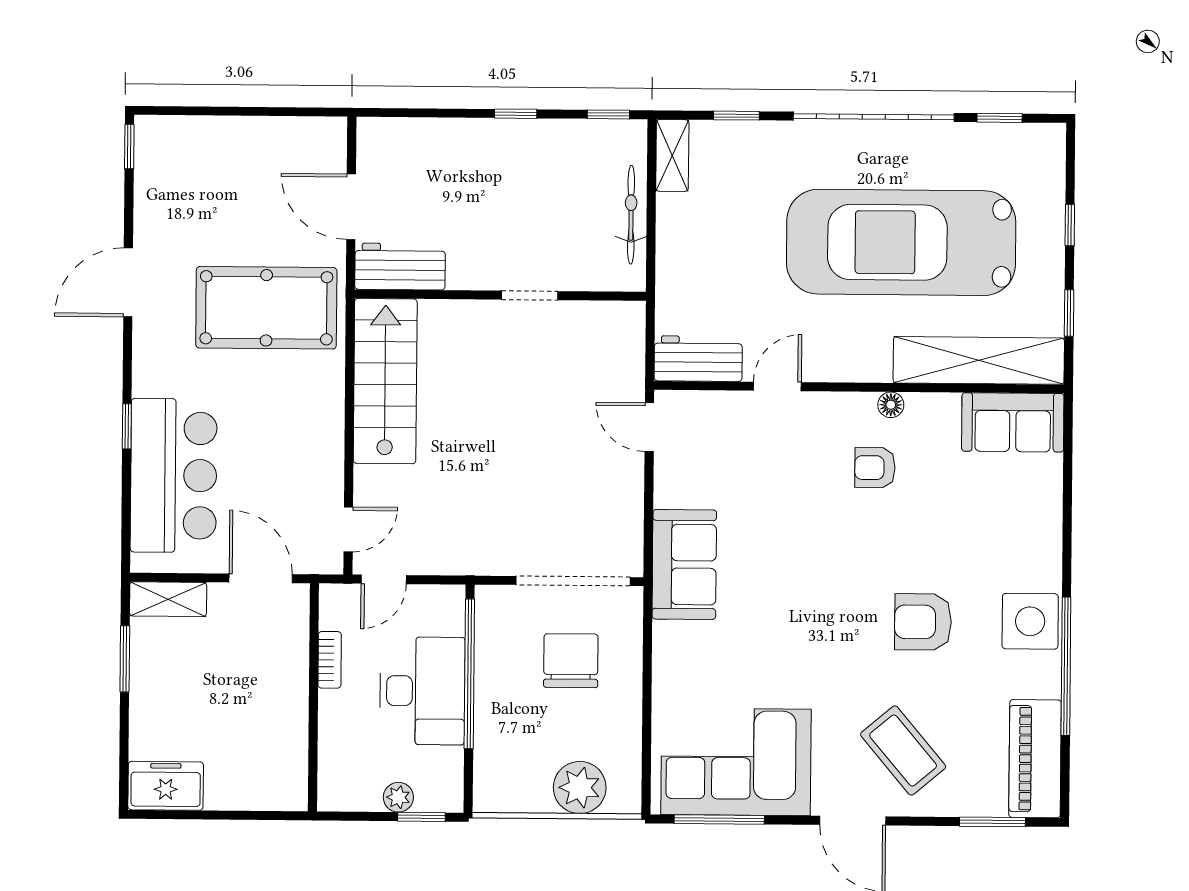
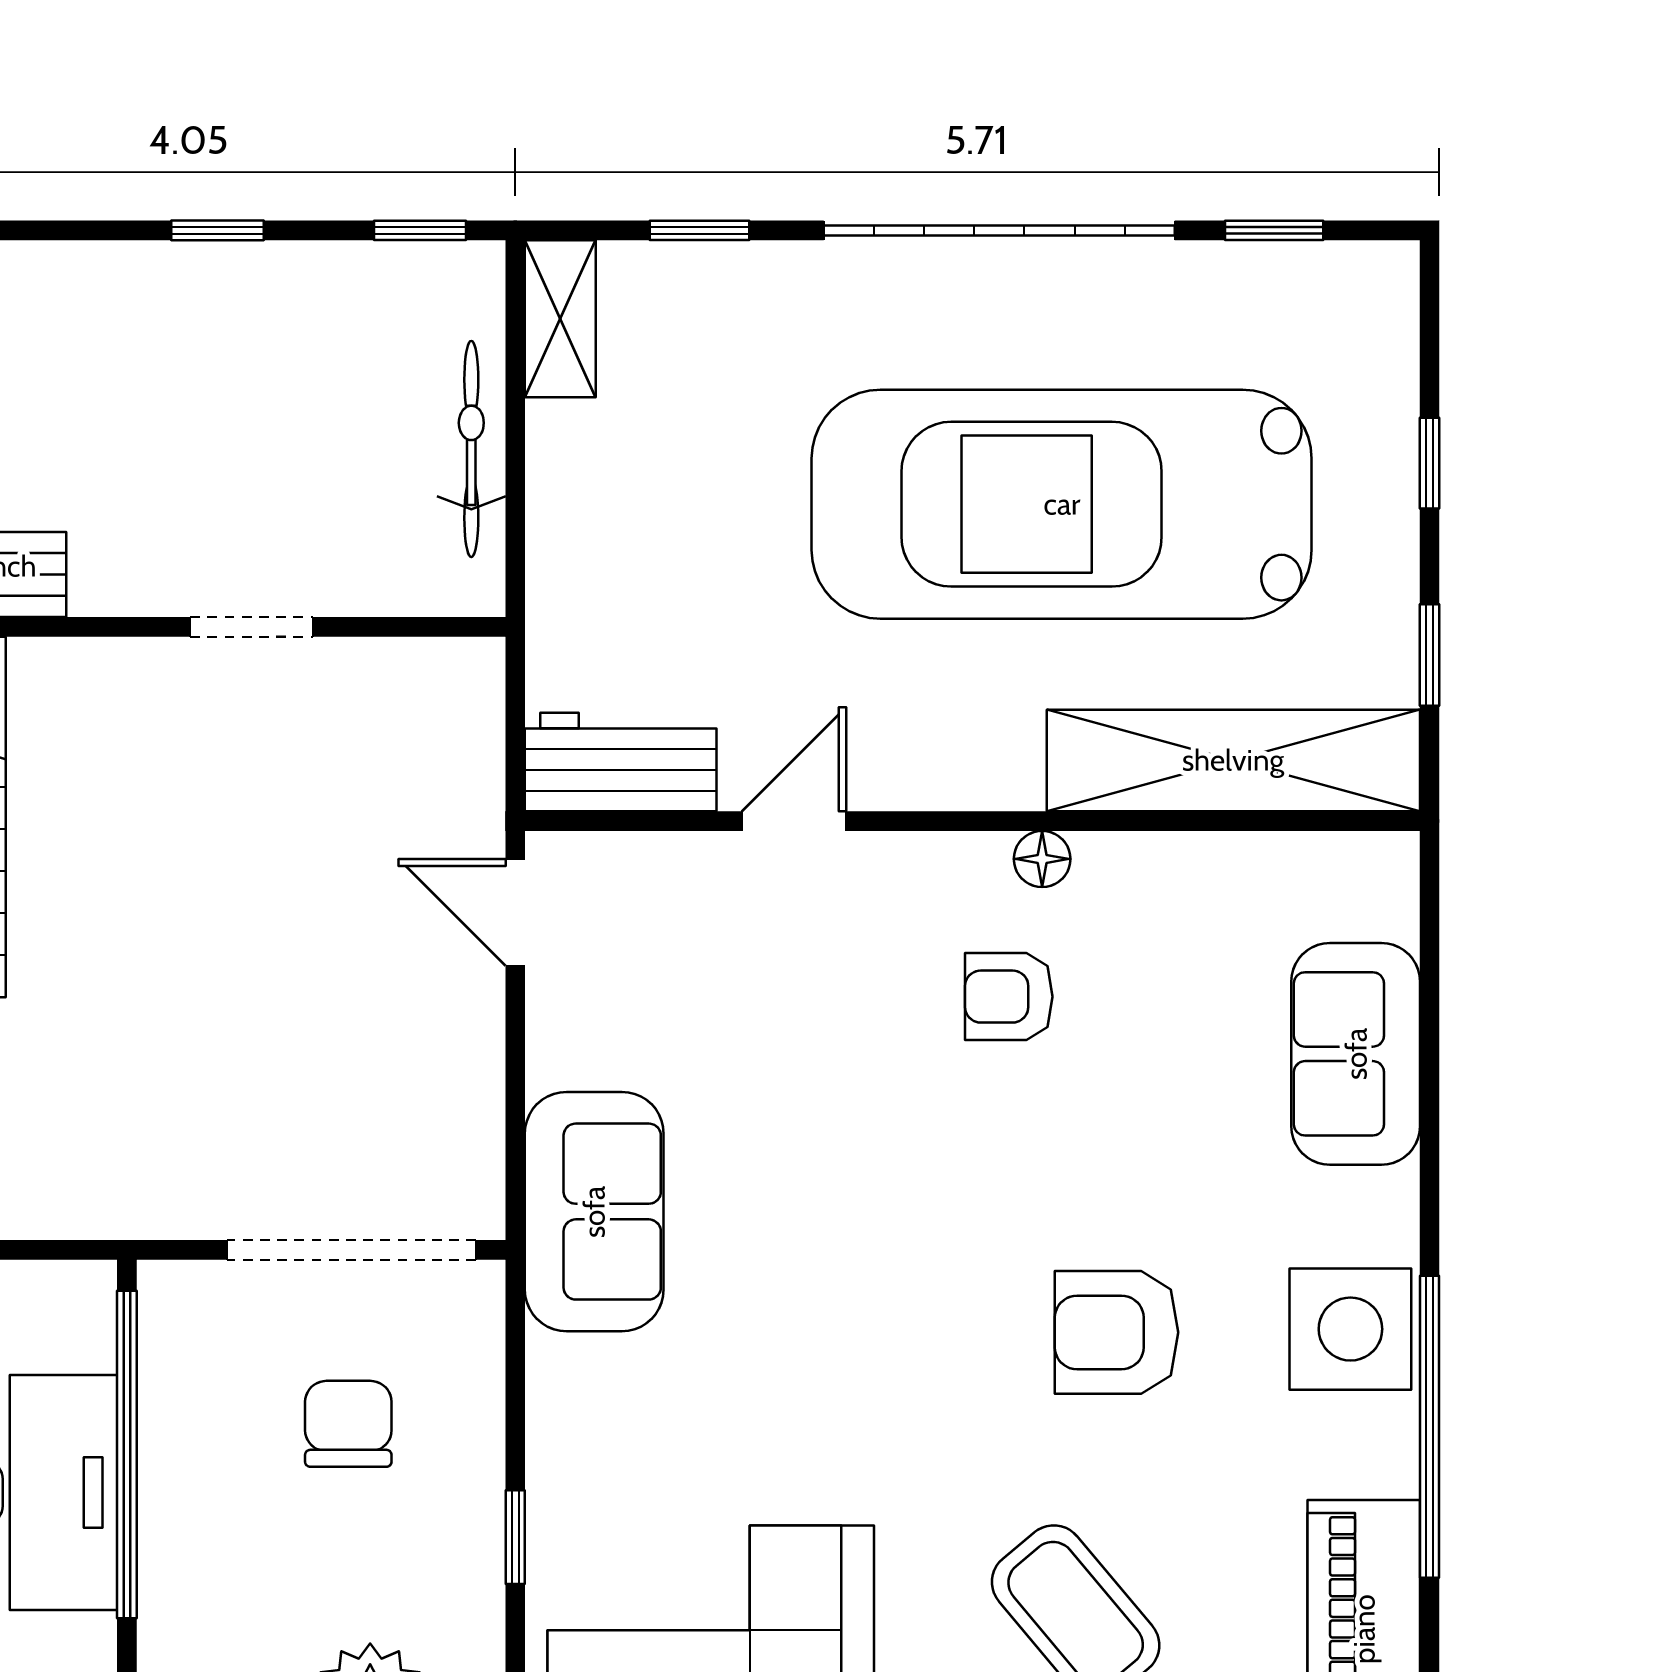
sofa: (1013, 422) -> (1356, 1054), moved, turned 90
chair: (571, 661) -> (348, 1424), width x0.73, depth x0.73
window: (647, 713) -> (515, 1537), added

